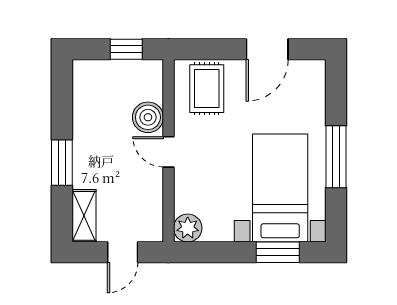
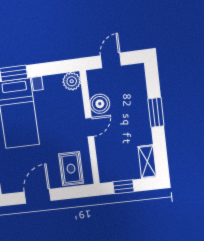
boiler: (148, 117) -> (100, 104), moved
door: (168, 152) -> (90, 127), hinge flipped
shelving: (84, 216) -> (147, 162), moved

